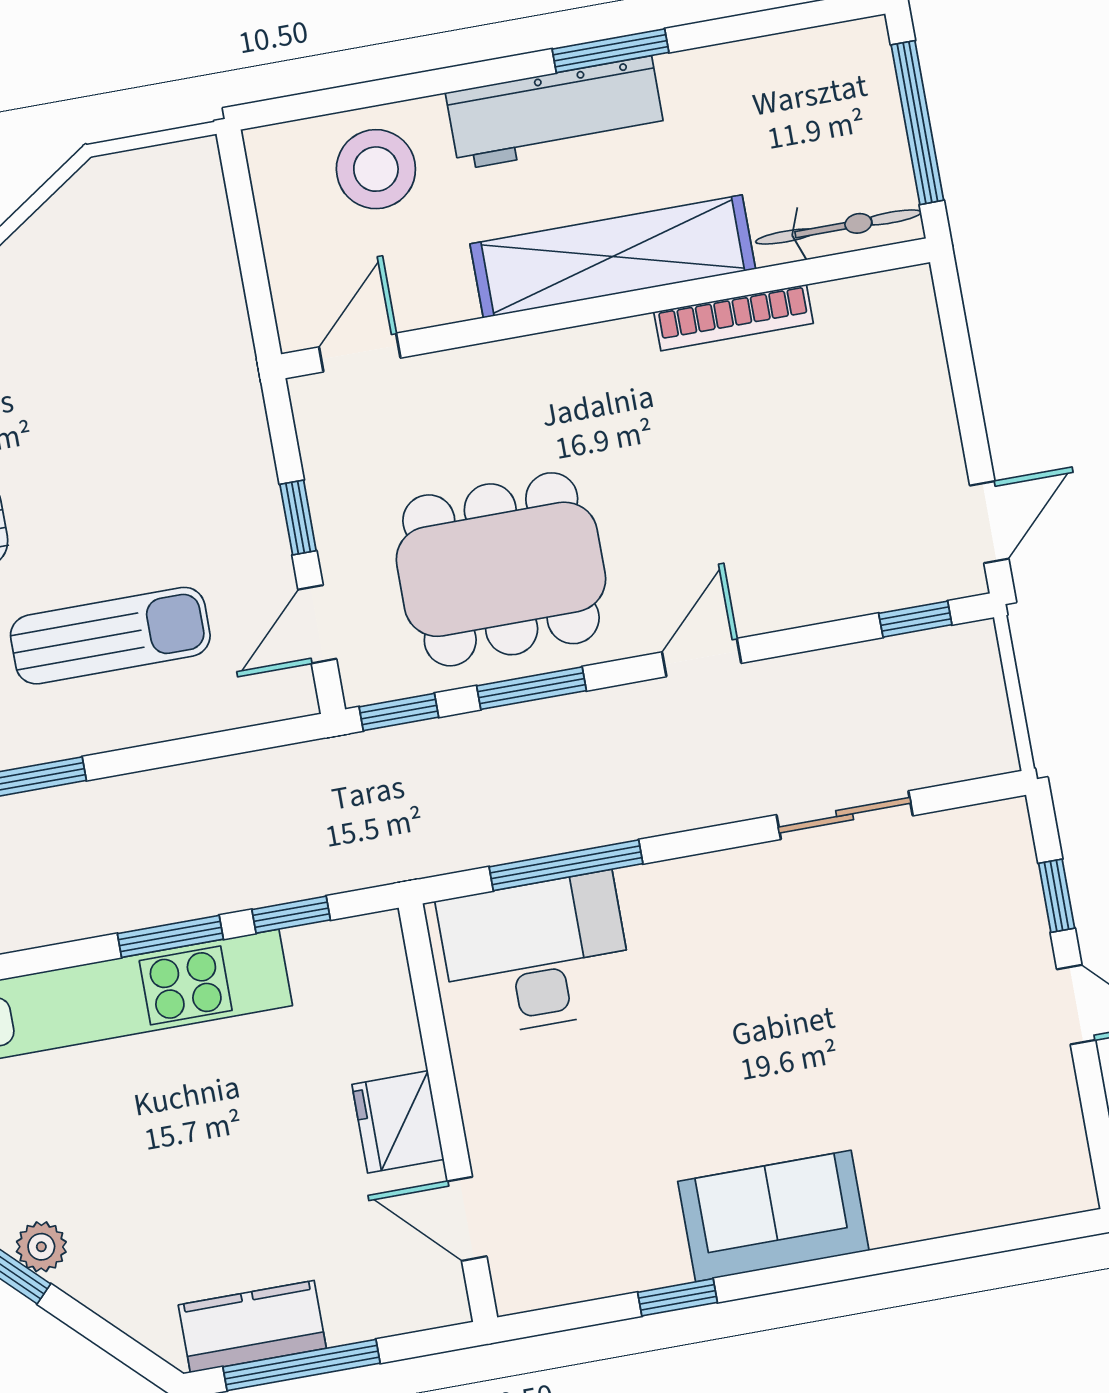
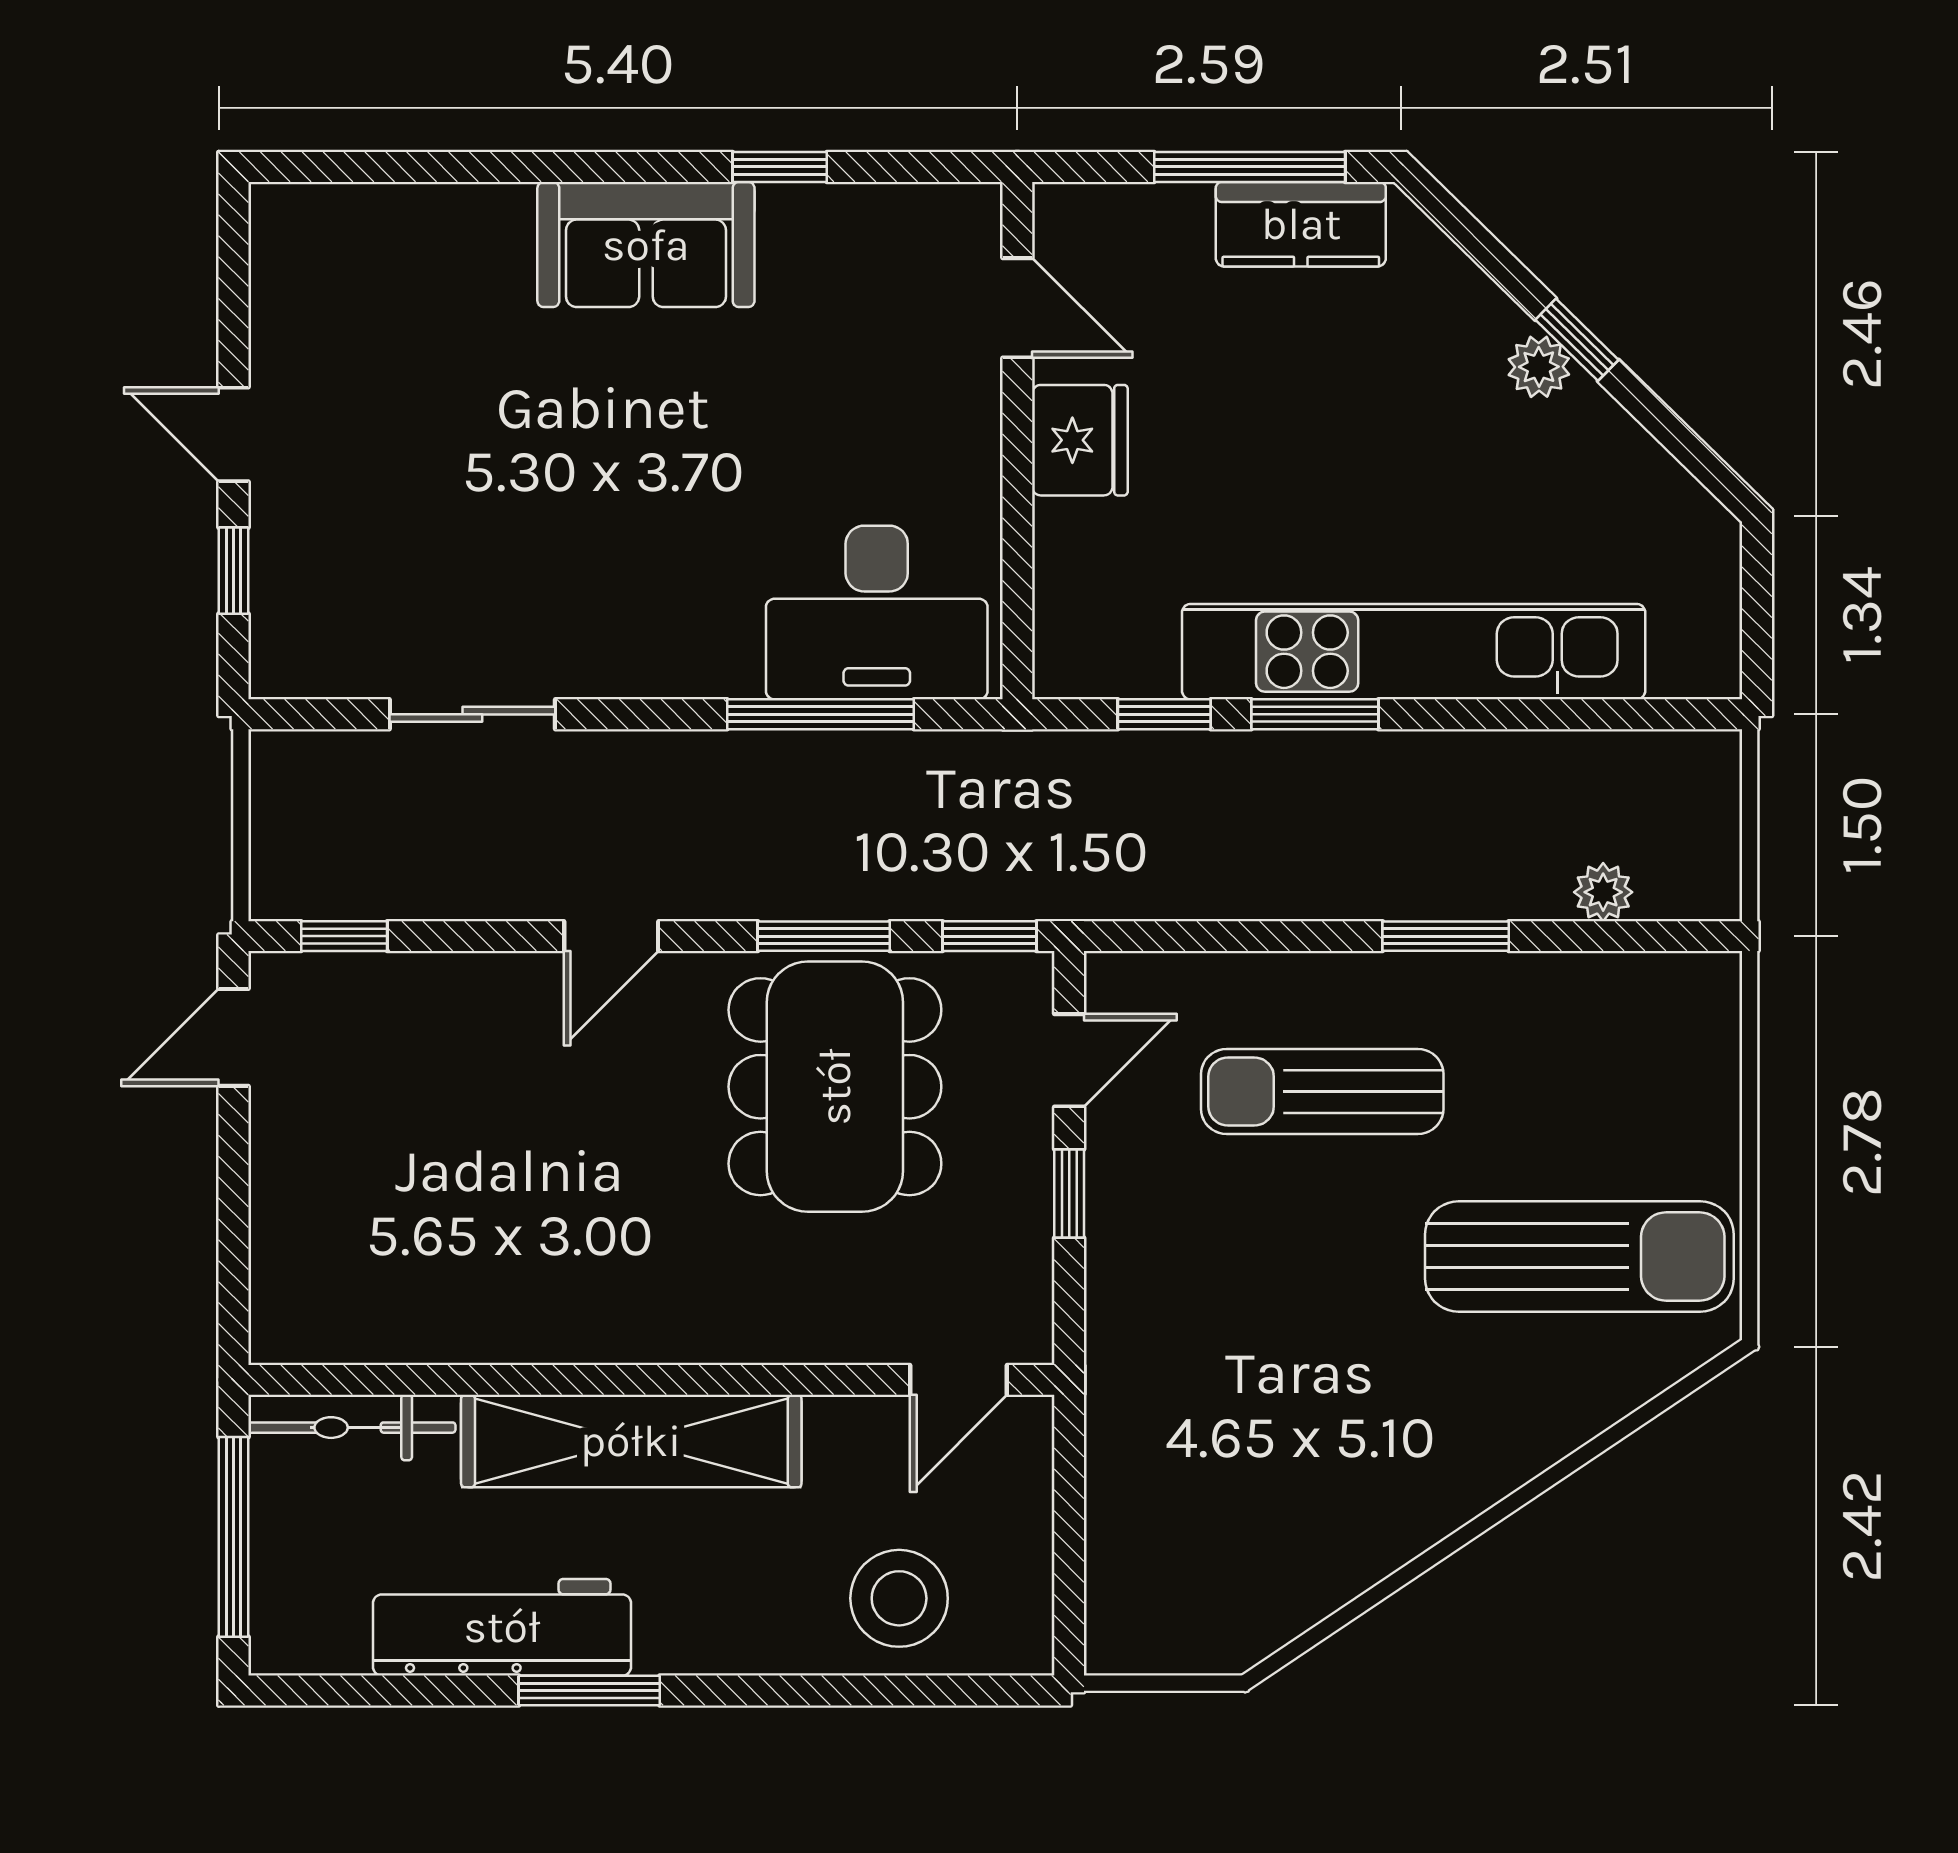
workbench: (555, 113) -> (502, 1627), moved
bookcase: (734, 318) -> (498, 1341), removed
dining table: (501, 569) -> (835, 1087), turned 90

